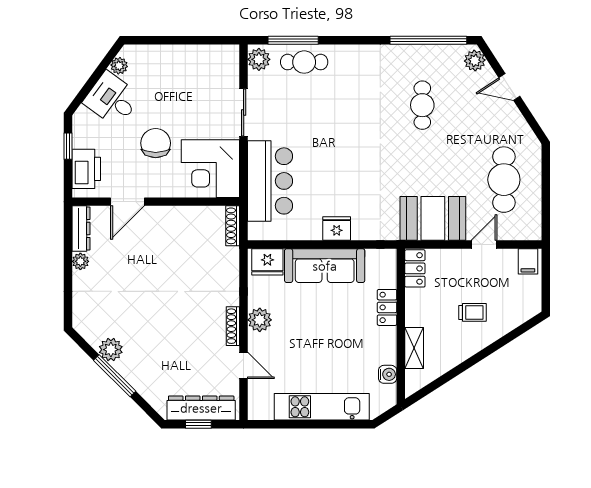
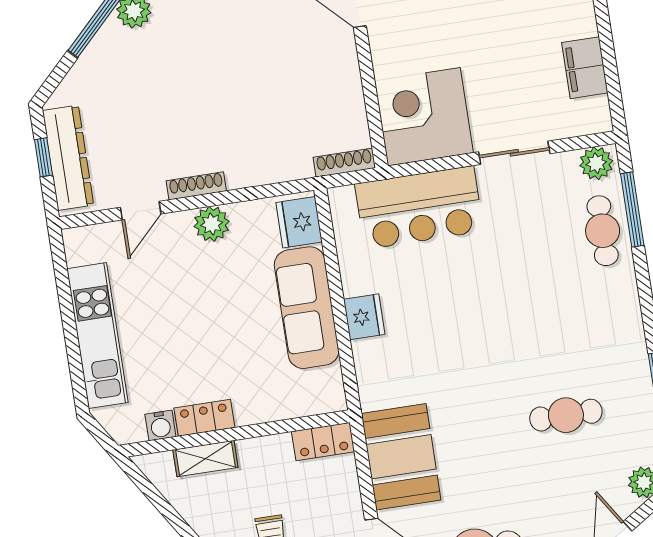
filing cabinet: (195, 57) -> (585, 68), added
chair: (156, 143) -> (449, 30), removed
locker: (387, 307) -> (204, 418), moved

